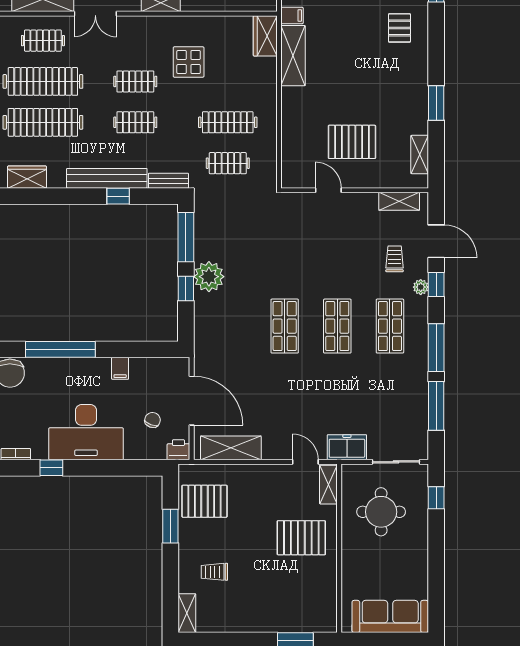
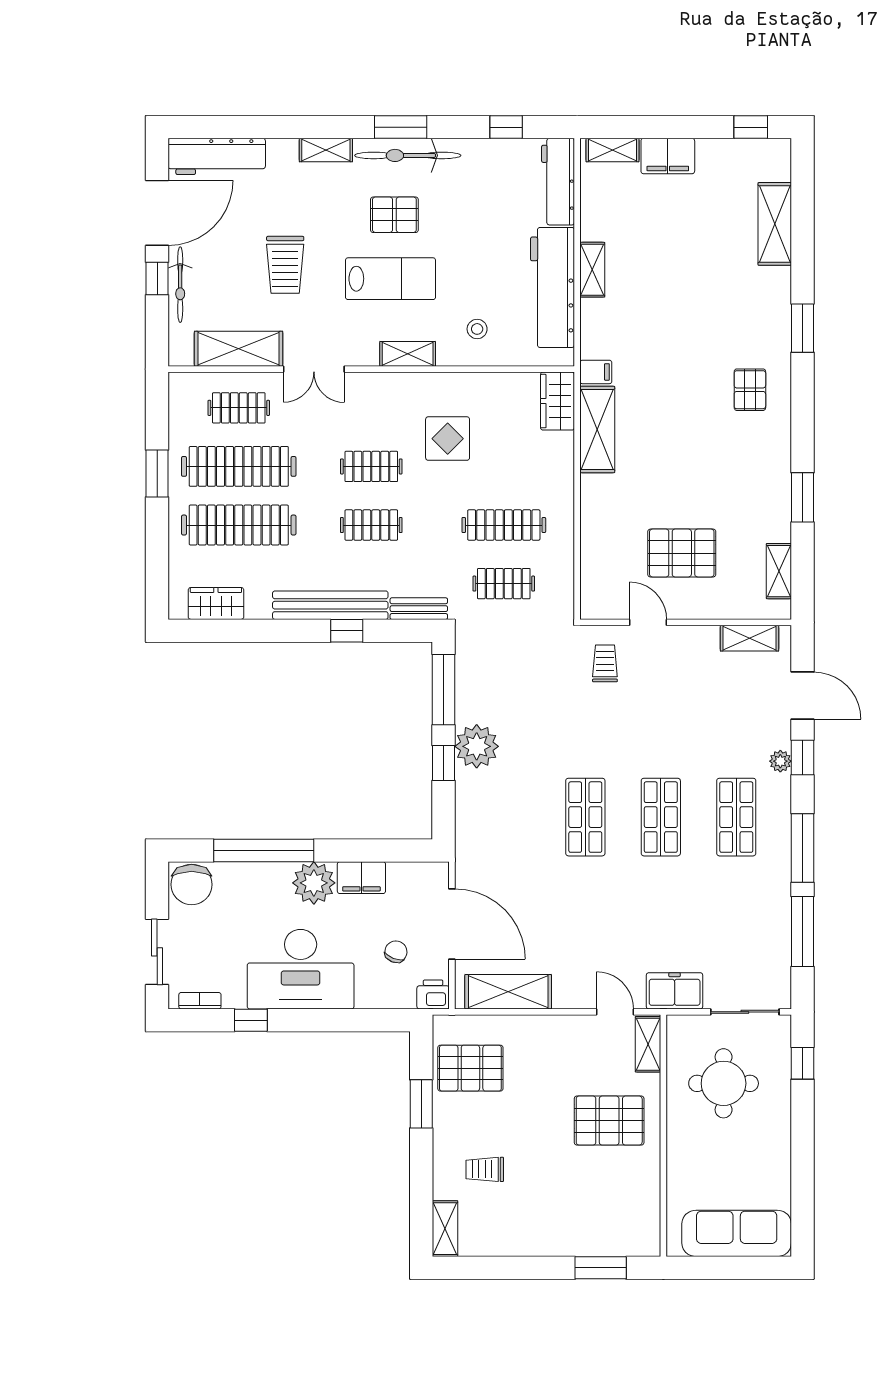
trolley: (395, 259) -> (605, 663), moved
filing cabinet: (120, 368) -> (361, 878), width x2.00
plant: (95, 372) -> (314, 883), added

